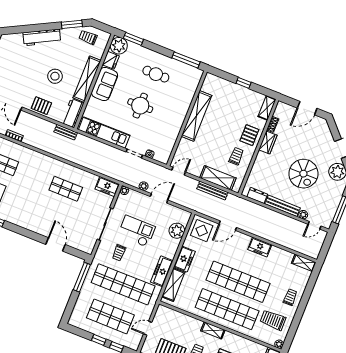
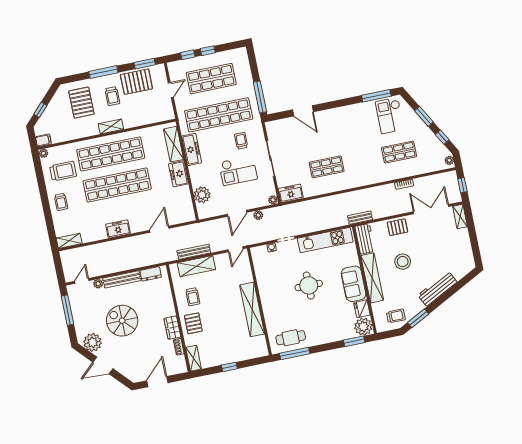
cafe table: (156, 74) -> (291, 338), moved
display table: (202, 231) -> (180, 210), removed

